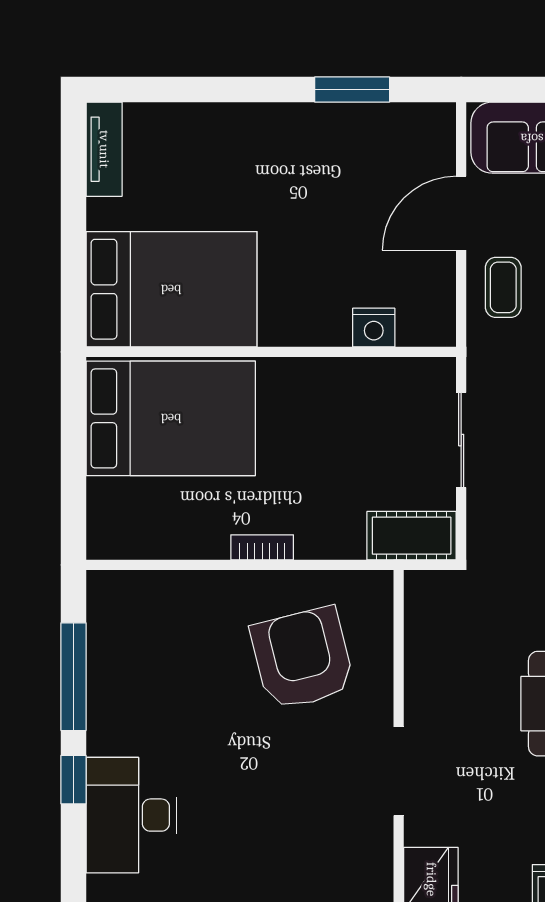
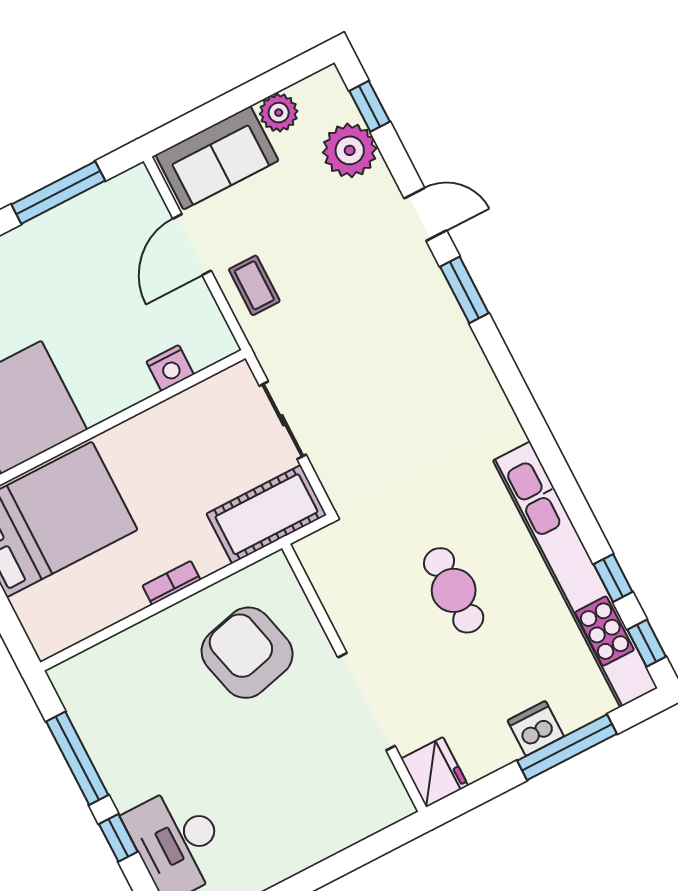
window: (352, 89) -> (58, 193), width x1.44
cot: (412, 536) -> (266, 514), width x1.37, depth x1.34
doorway: (399, 771) -> (367, 702), width x1.36

